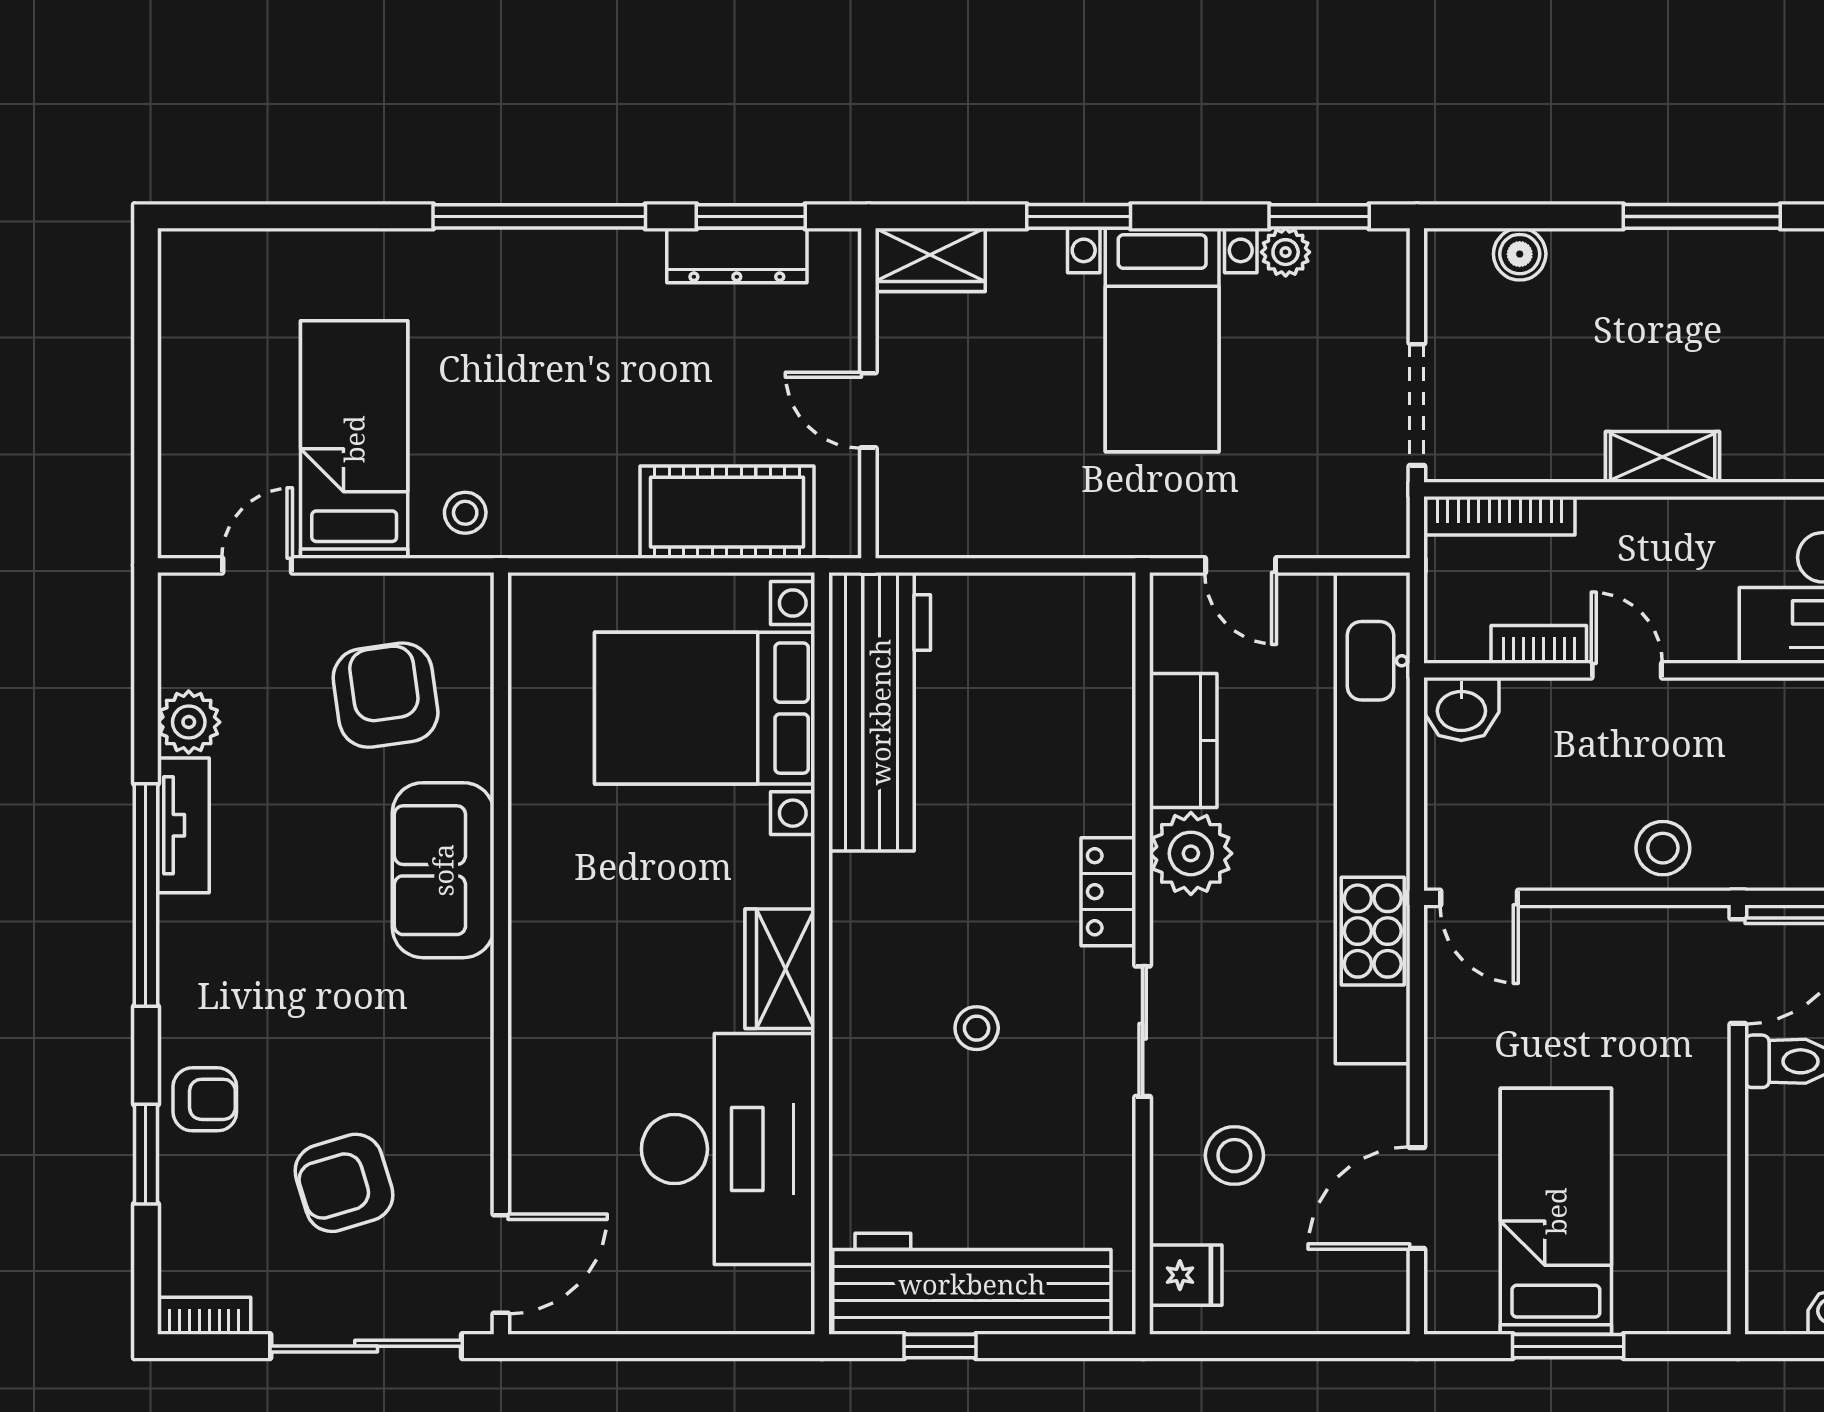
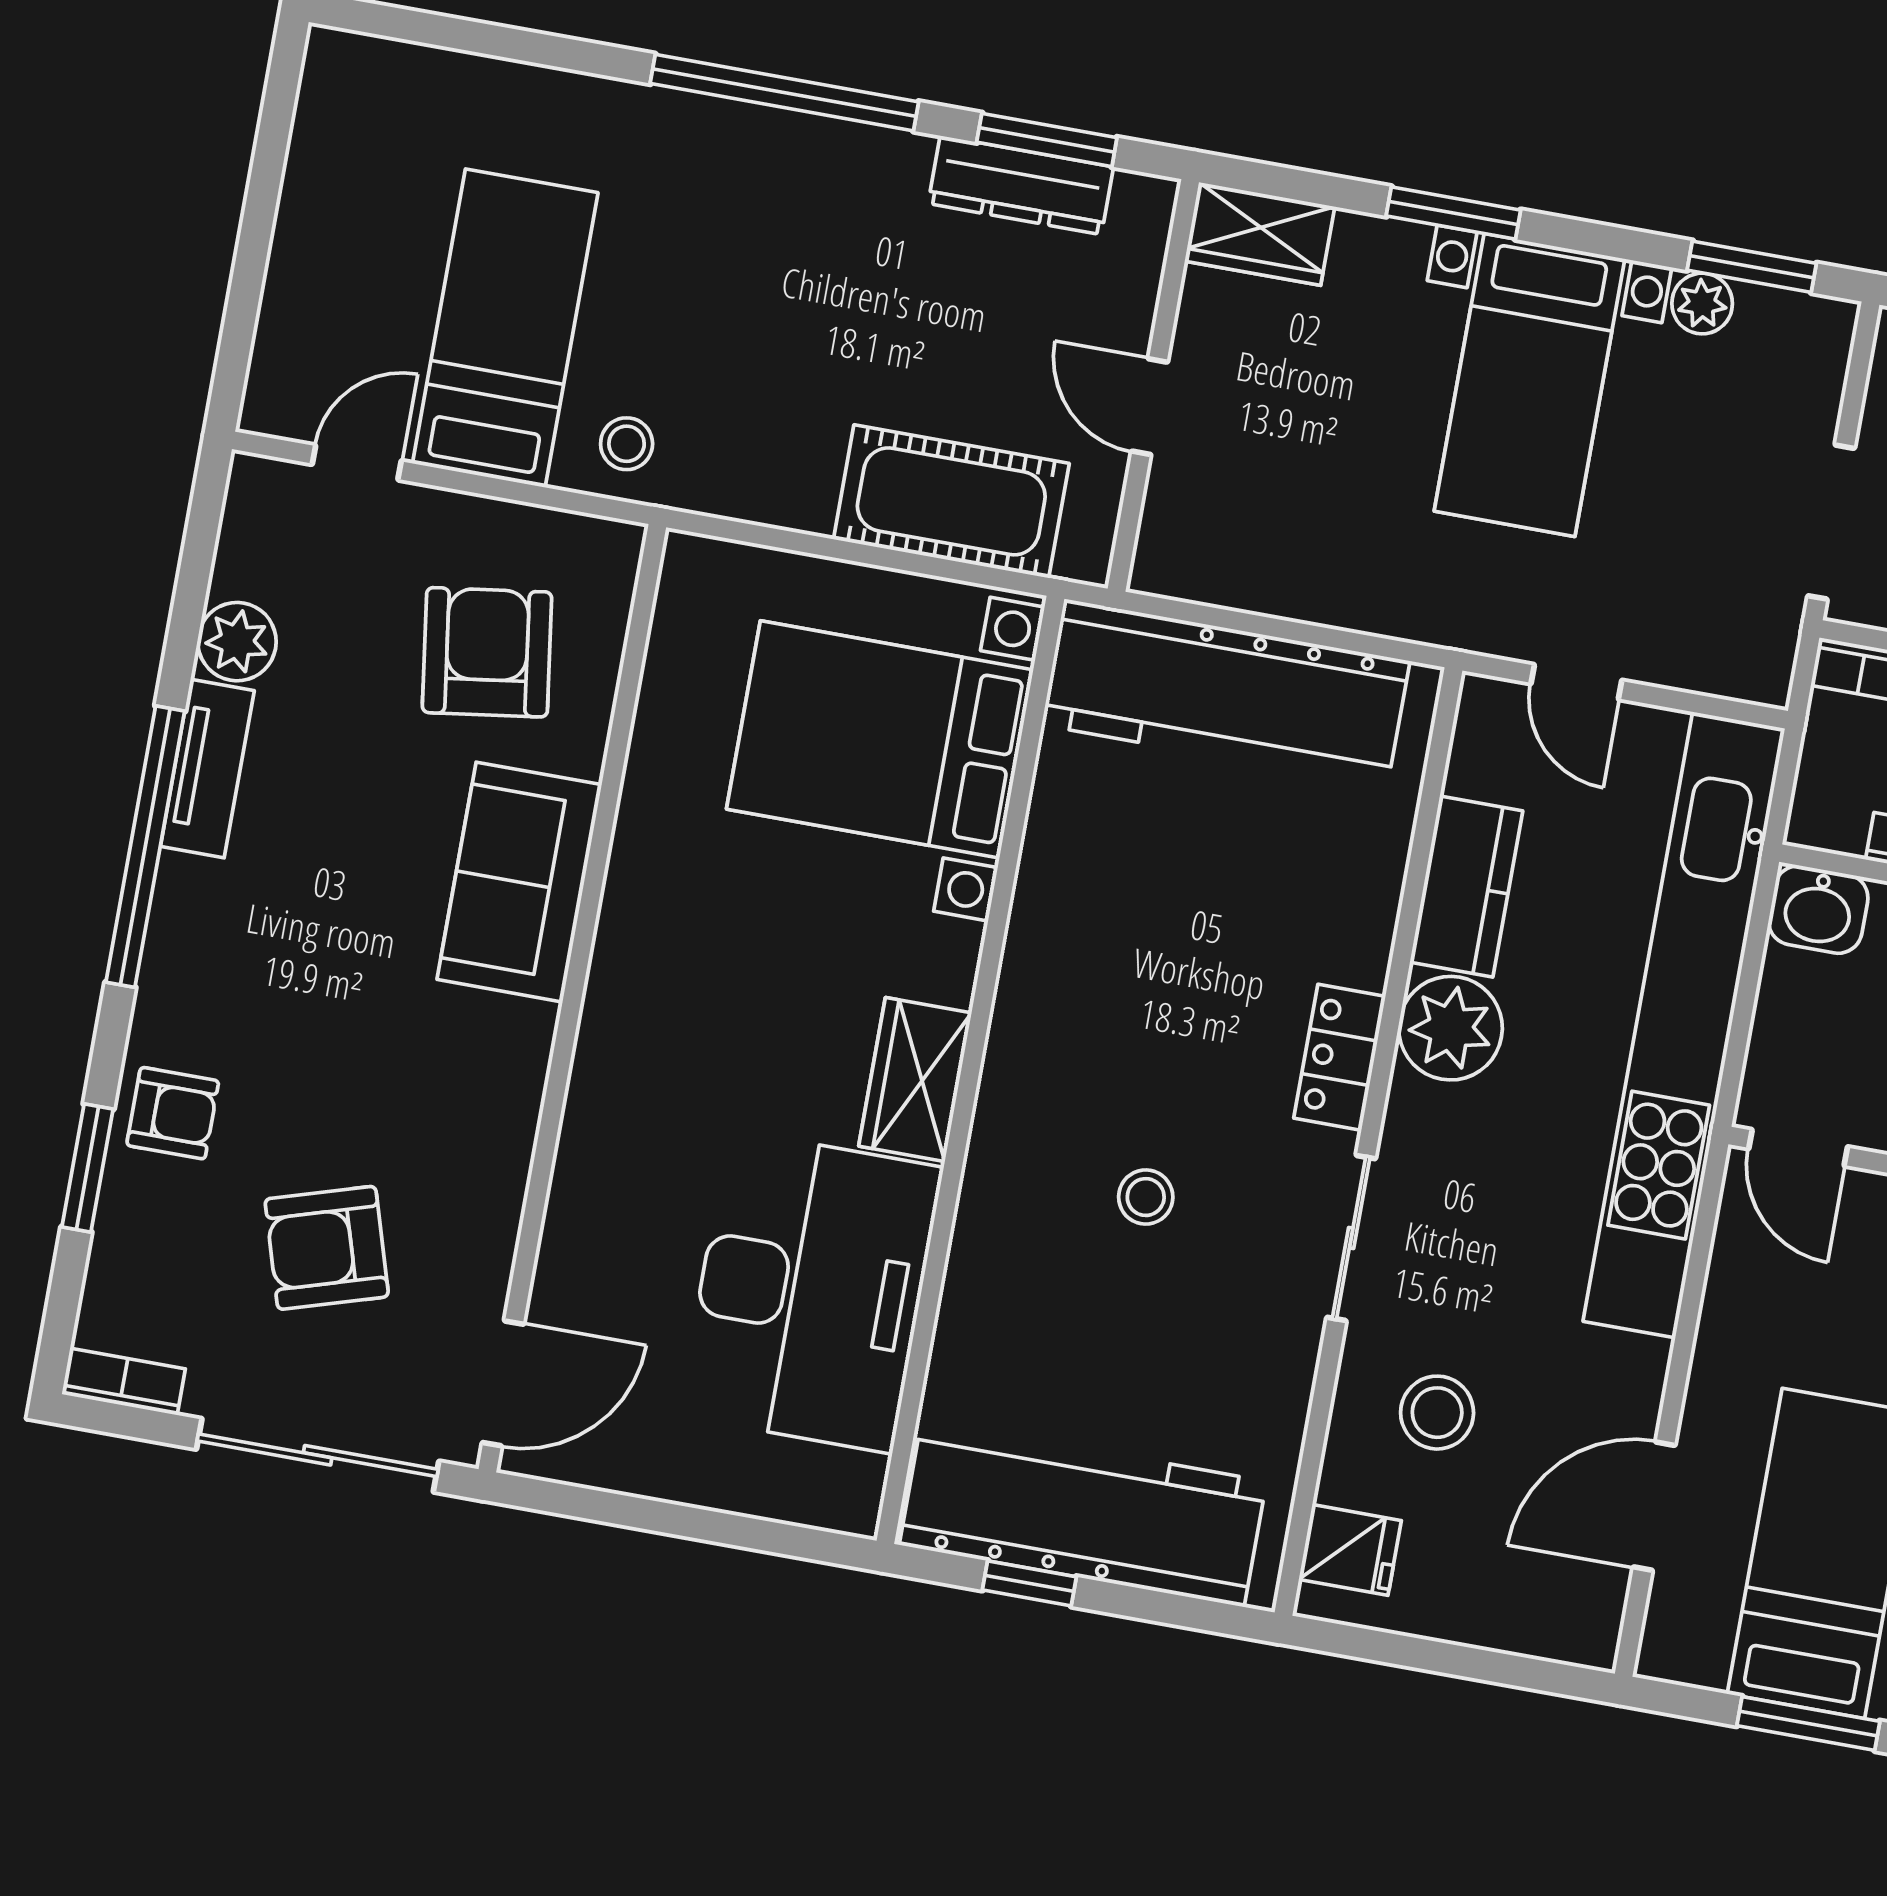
workbench: (880, 712) -> (1226, 693), moved, turned 90

